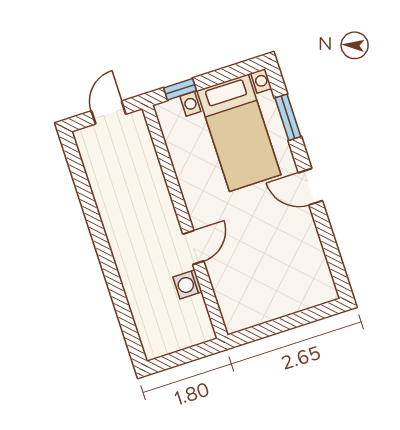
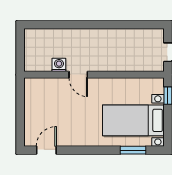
door: (310, 187) -> (46, 150), moved

